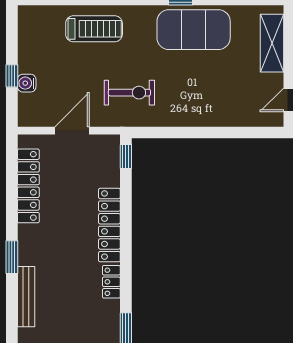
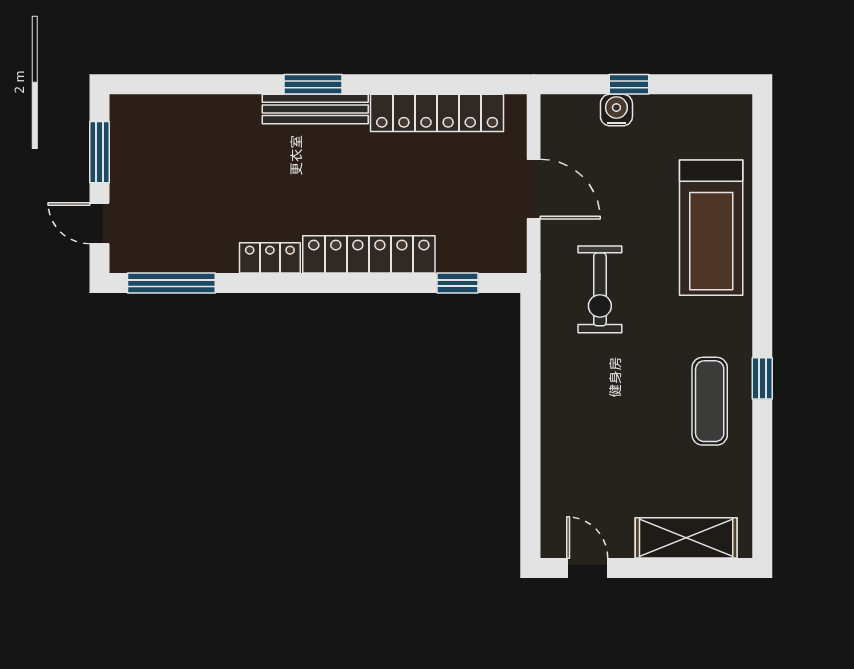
treadmill: (94, 29) -> (711, 228), width x1.37, depth x1.37
exercise mat: (194, 30) -> (710, 401), width x0.50, depth x0.69
window: (126, 157) -> (458, 283), moved
bench: (26, 297) -> (315, 109), moved

